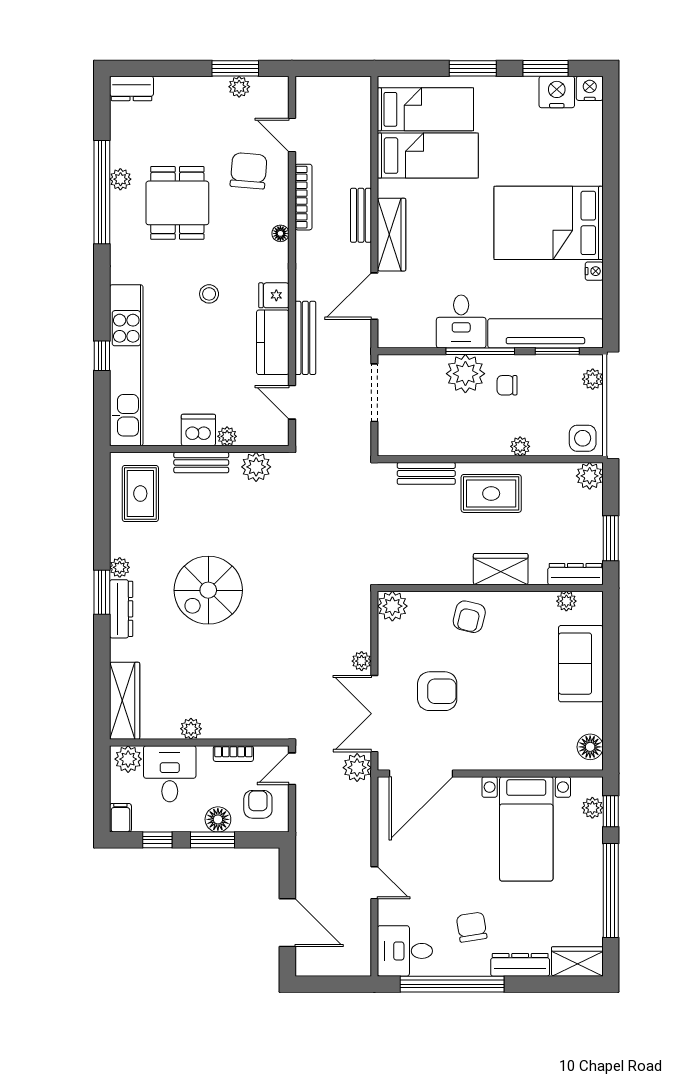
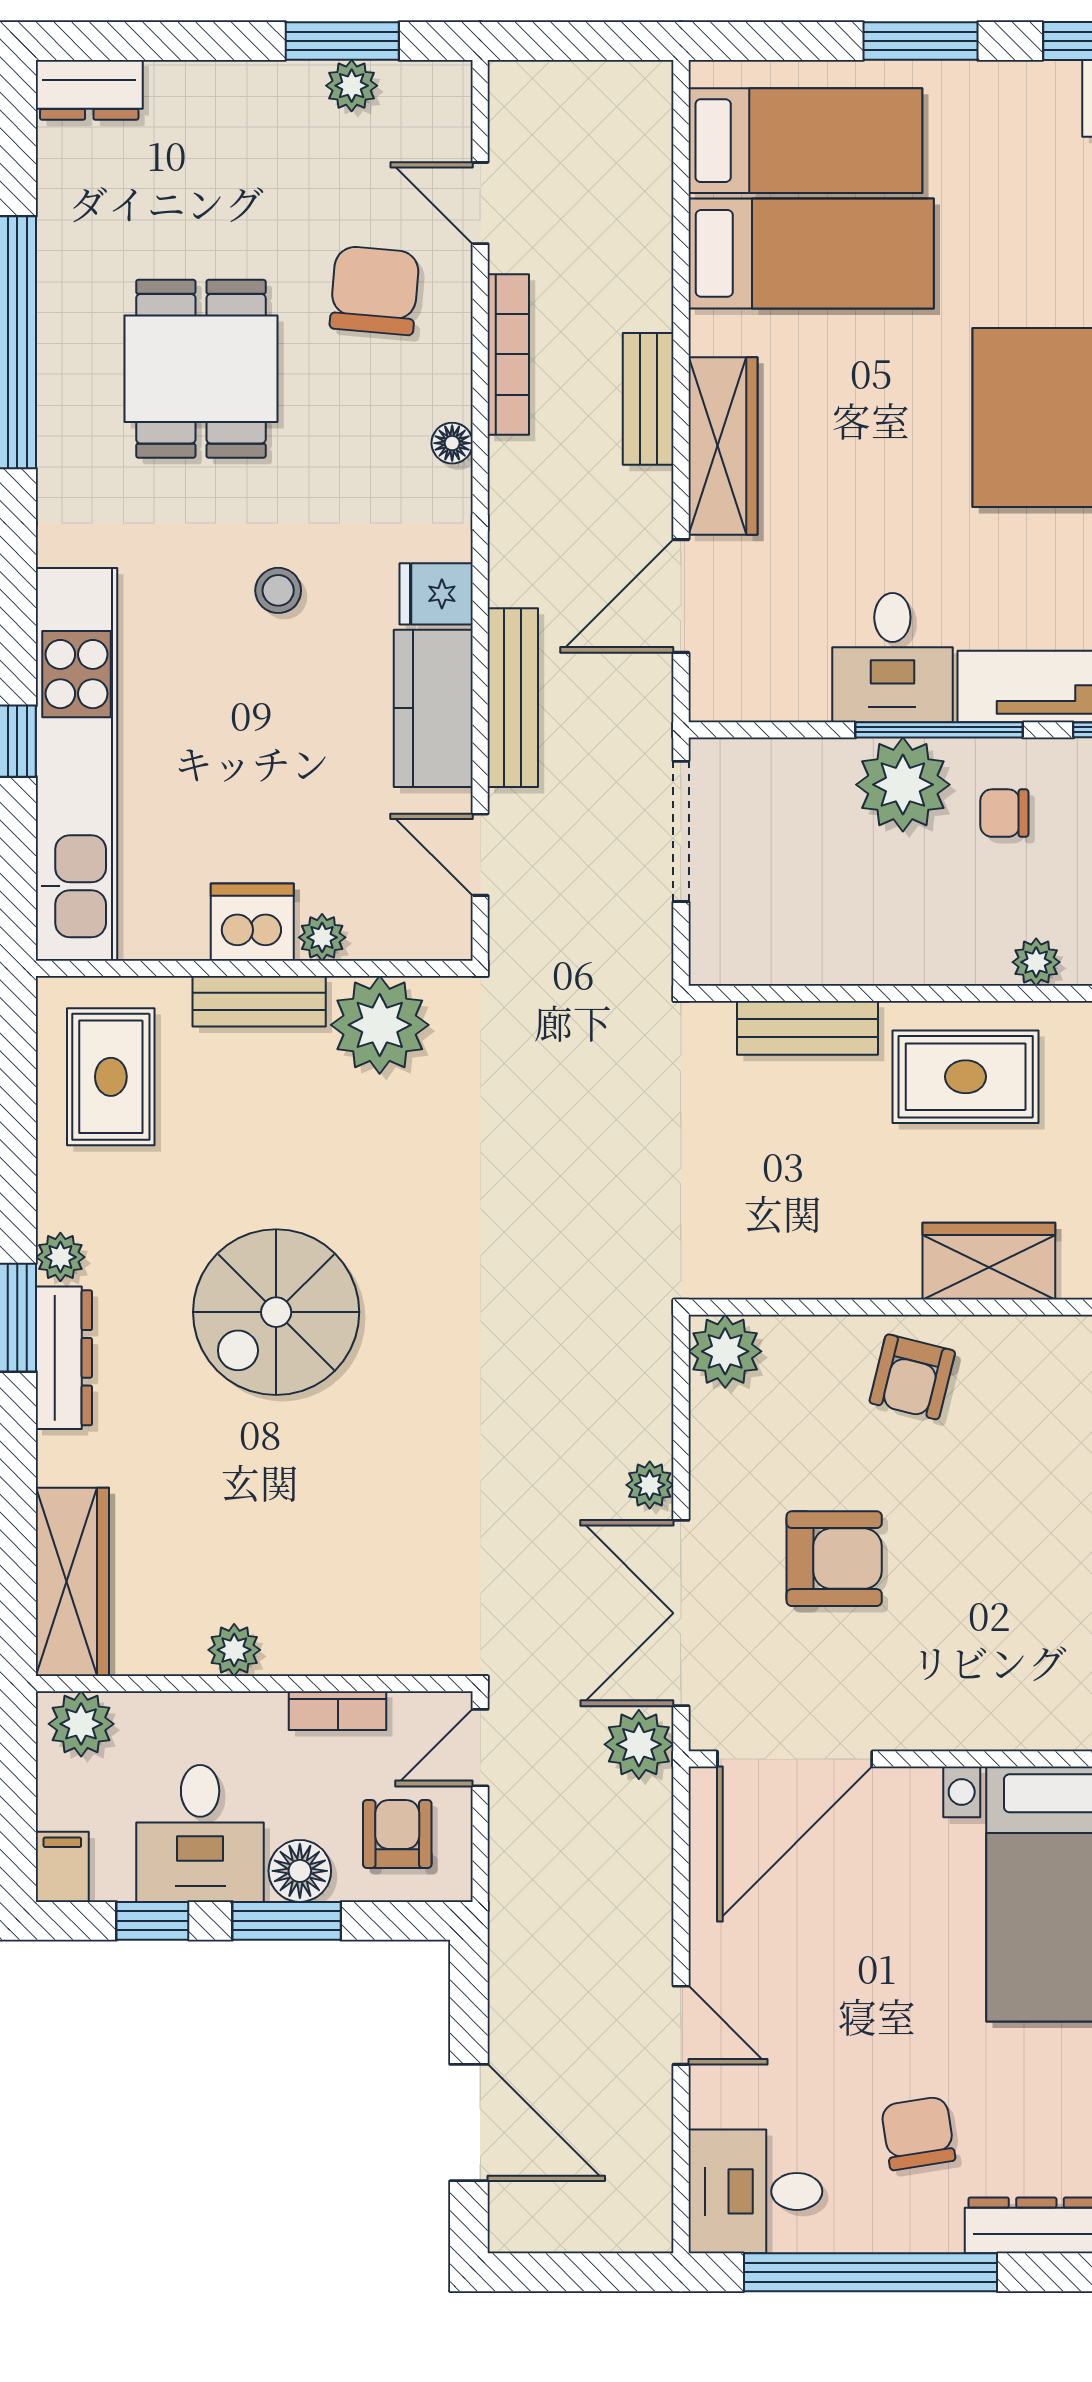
plant: (120, 179) -> (62, 311), removed
plant: (256, 467) -> (380, 1025), width x1.36, depth x1.36
desk: (170, 774) -> (200, 1833), moved, turned 180

